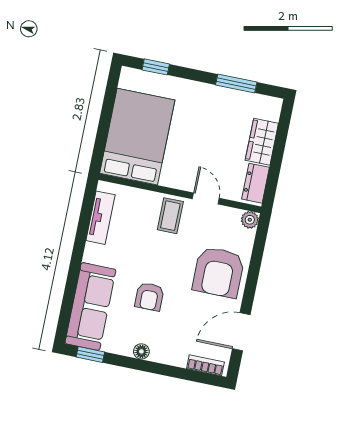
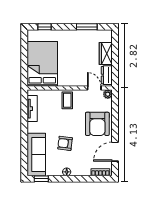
door: (206, 199) -> (94, 88), moved
armchair: (149, 297) -> (65, 143), turned 97

